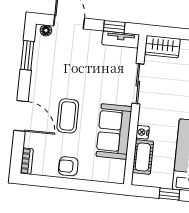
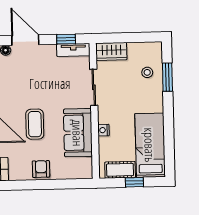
cot: (143, 157) -> (120, 170), moved, turned 90
armchair: (68, 166) -> (41, 169), turned 90

